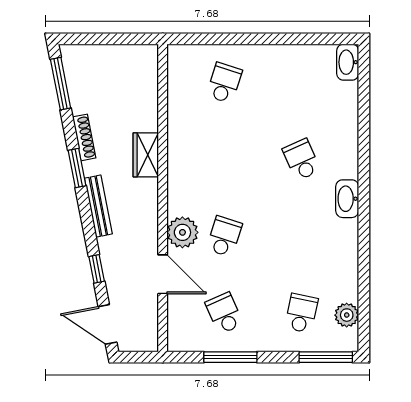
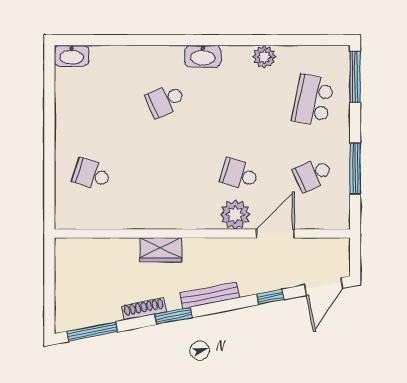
school desk: (301, 313) -> (313, 100), width x1.85
plant: (347, 315) -> (264, 57), moved

